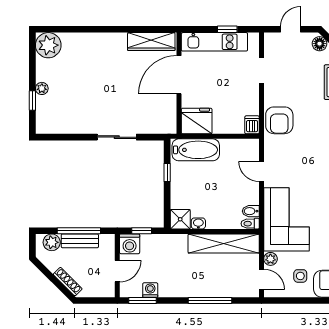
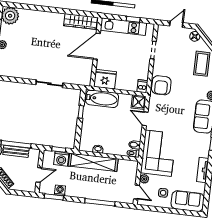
shower: (180, 219) -> (139, 102), moved
washing machine: (130, 244) -> (61, 159), moved
shelving: (224, 244) -> (93, 162), moved

